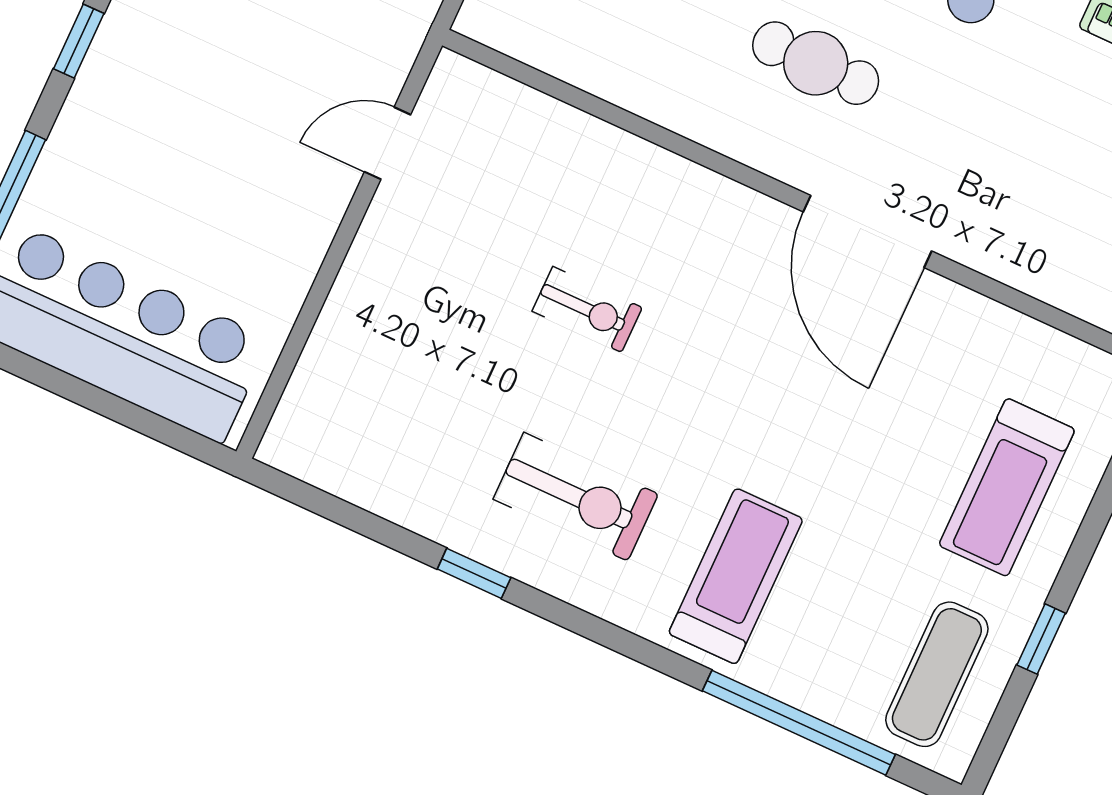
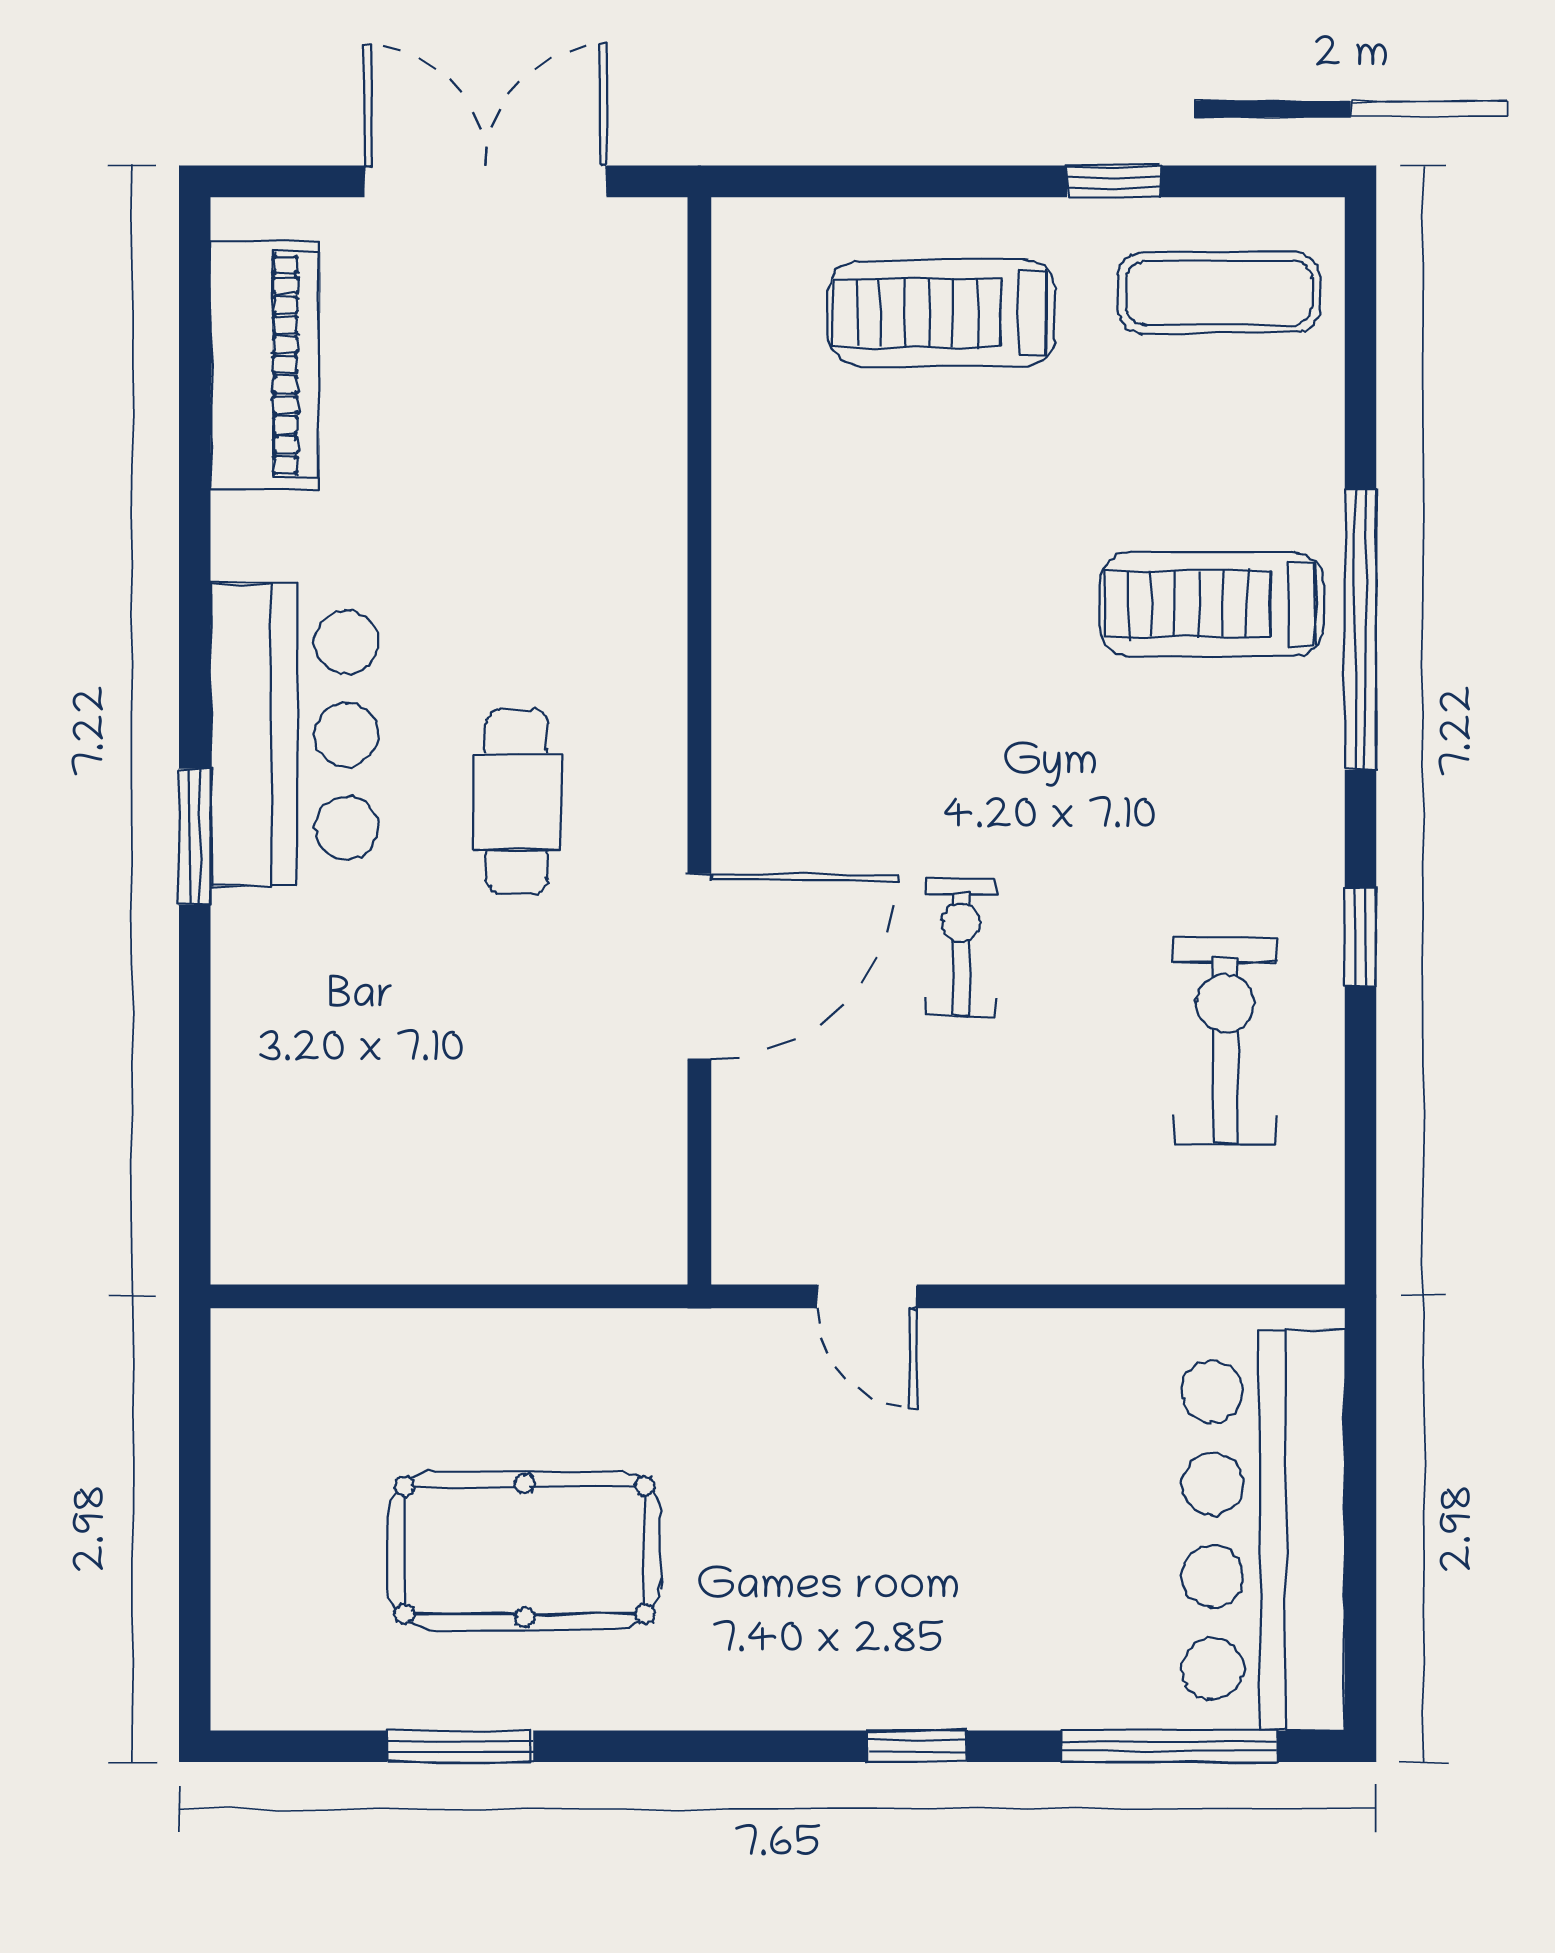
door: (867, 231) -> (699, 967), moved
treadmill: (1007, 487) -> (942, 313), turned 180
exercise bike: (576, 497) -> (1225, 1040), moved
window: (799, 723) -> (1360, 629), moved

